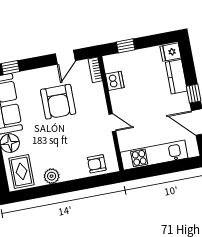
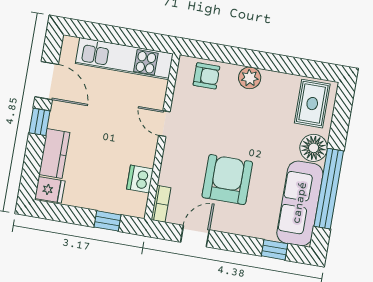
plant: (52, 176) -> (250, 78), moved

